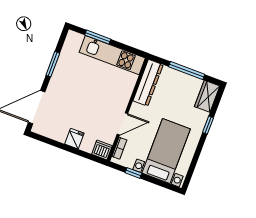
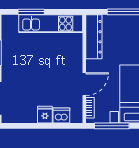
dishwasher: (102, 150) -> (61, 116), moved
window: (133, 173) -> (112, 126), width x2.17

